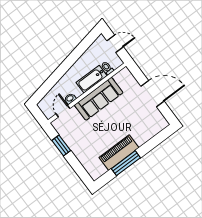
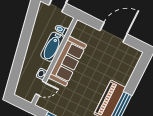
door: (63, 111) -> (41, 88), swing flipped

